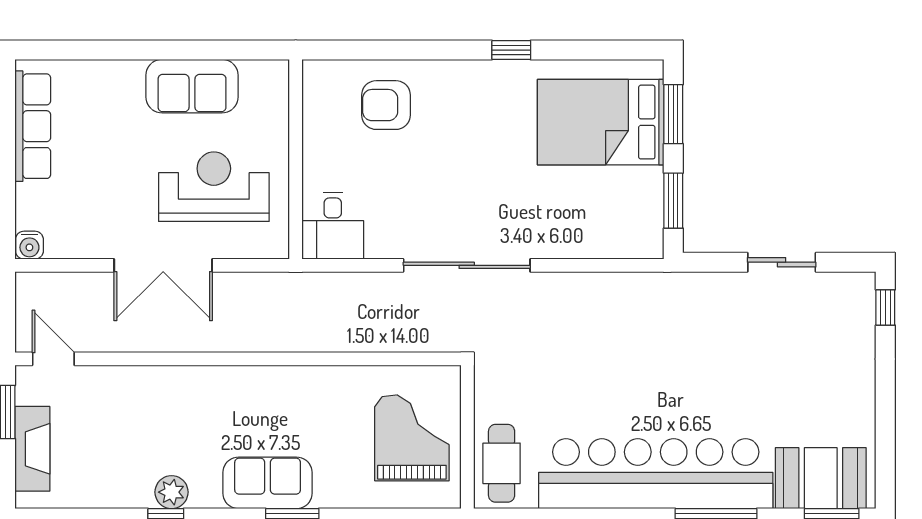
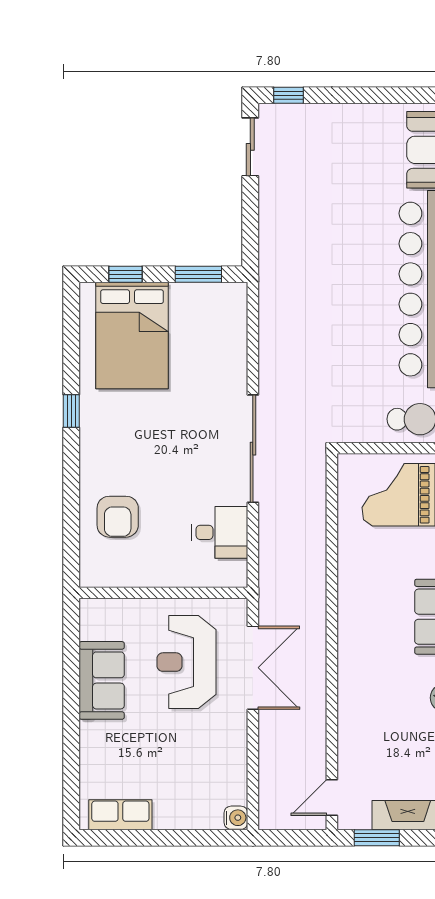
window: (673, 114) -> (125, 274), width x0.67
row of seats: (33, 126) -> (120, 815), width x0.68
desk: (333, 226) -> (220, 532), moved
sliding door: (782, 262) -> (250, 147), moved
double door: (163, 265) -> (253, 668), moved

